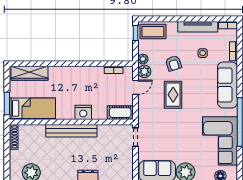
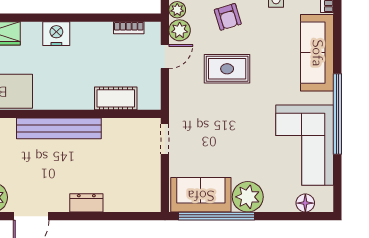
rug: (173, 95) -> (227, 69), turned 90
nightstand: (83, 112) -> (56, 34), moved, turned 180
cot: (120, 113) -> (116, 98), moved

